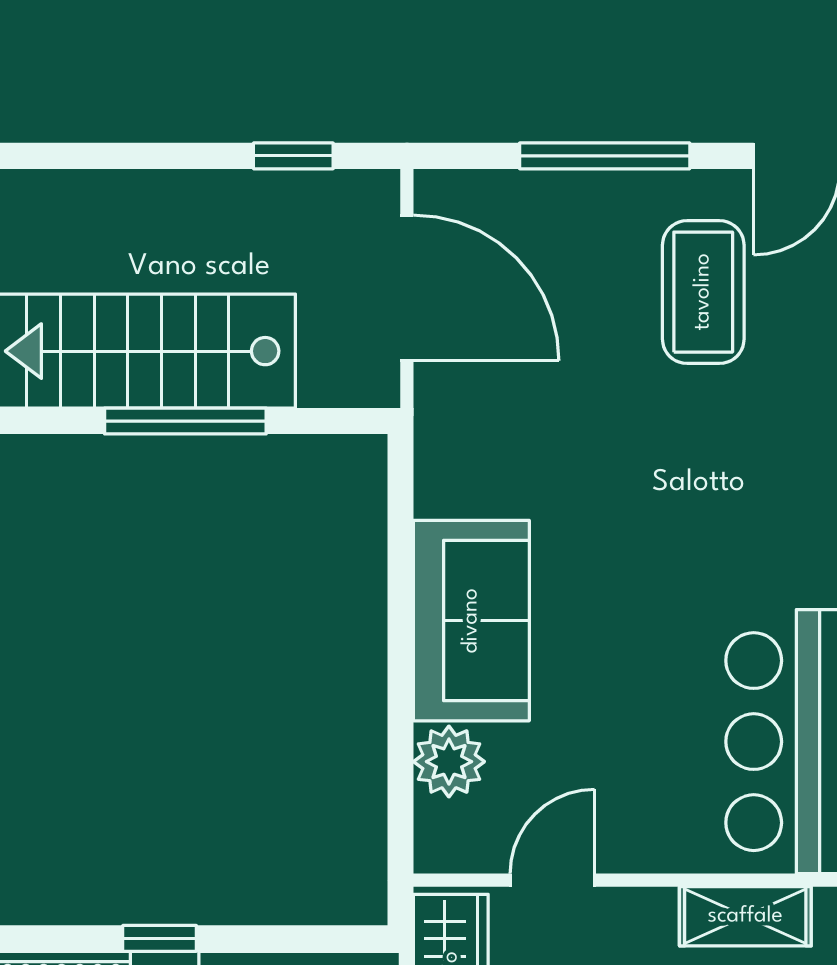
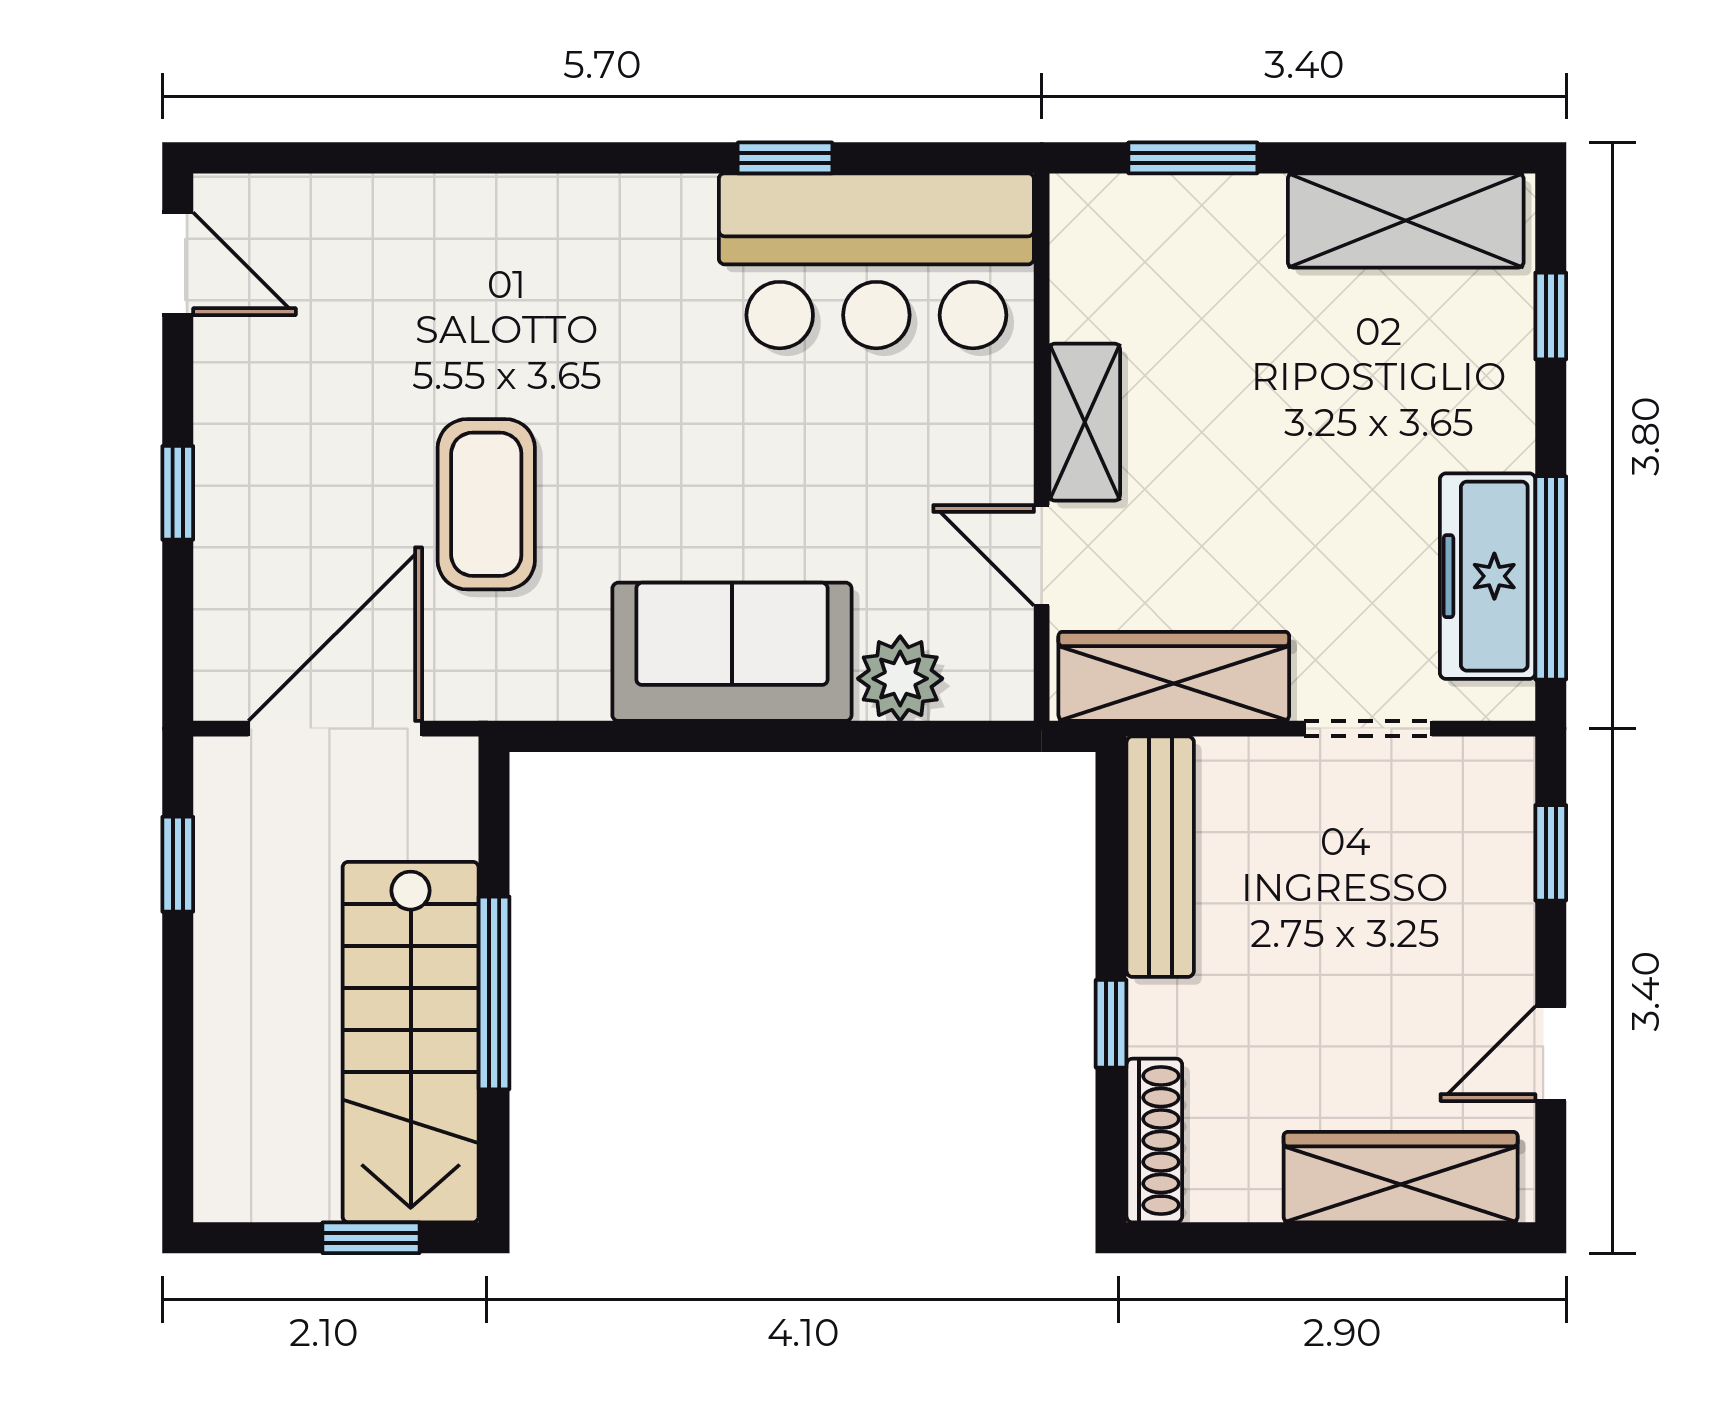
window: (605, 156) -> (178, 493), width x0.46
coffee table: (703, 292) -> (486, 504), moved, turned 90
shelving: (745, 916) -> (1085, 422), moved

